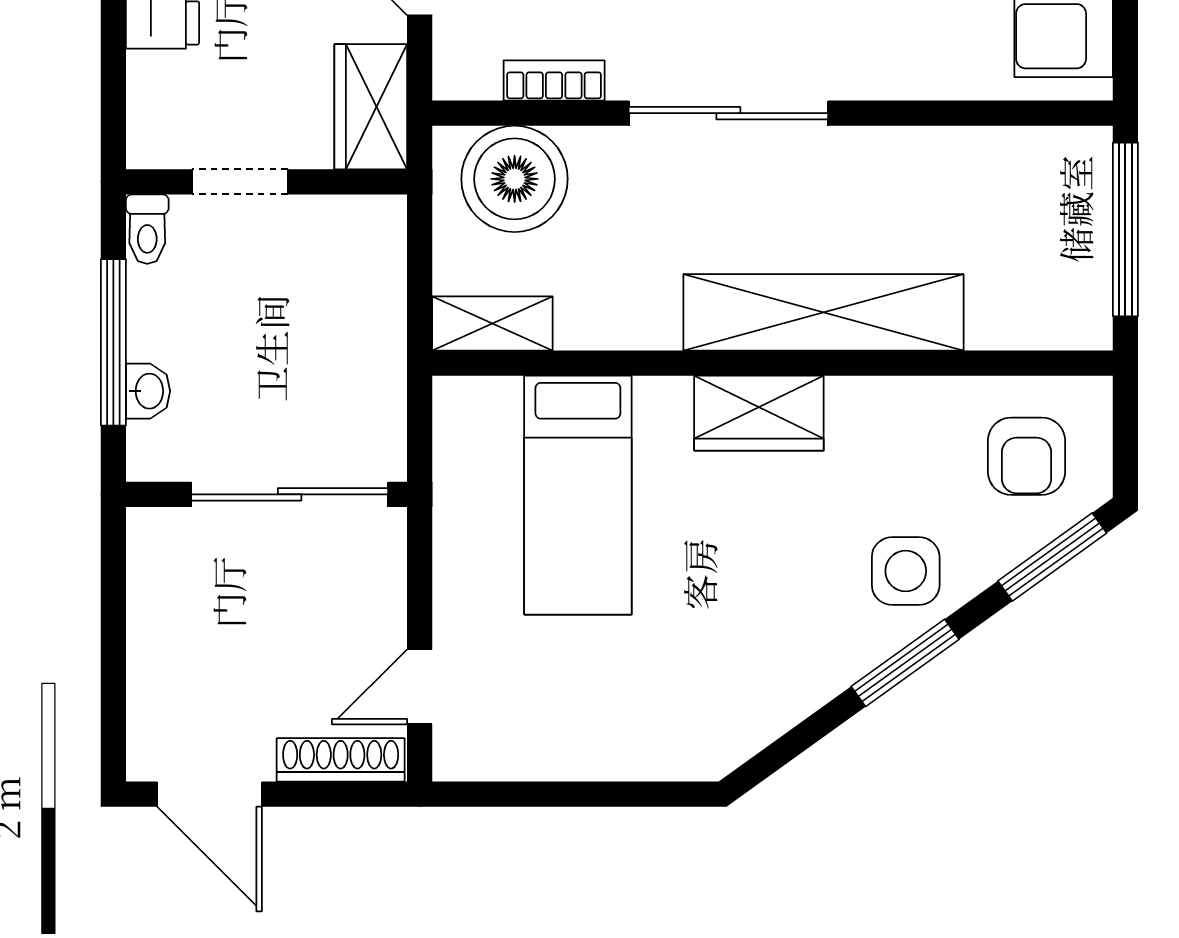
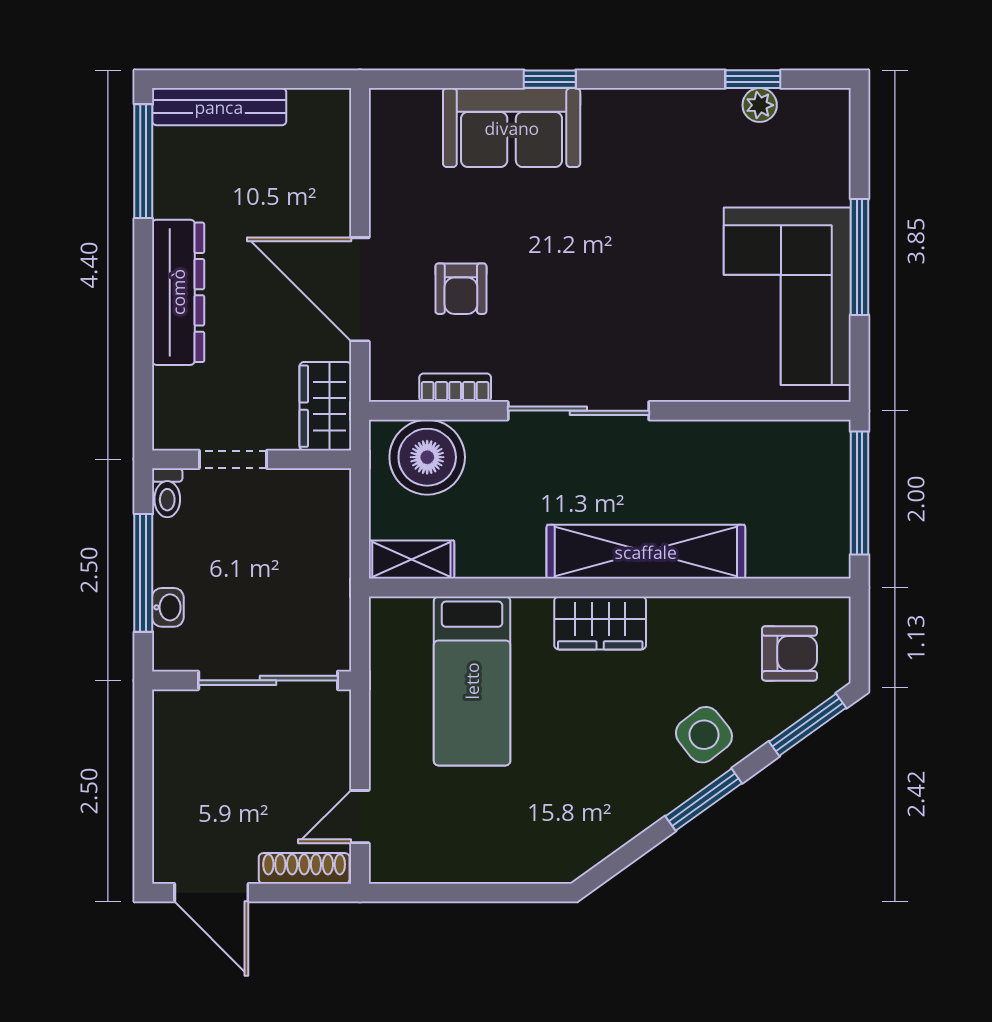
armchair: (1026, 456) -> (789, 653), turned -90
side table: (906, 571) -> (704, 735), turned -38

